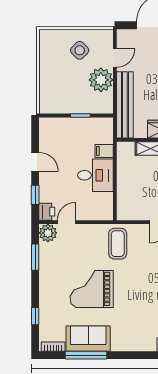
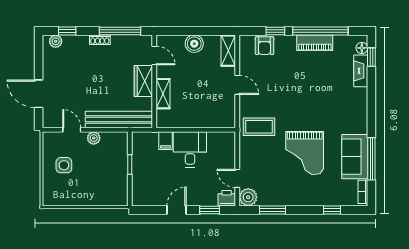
side table: (80, 50) -> (64, 165), turned 45
plant: (101, 80) -> (94, 138), width x0.53, depth x0.53

